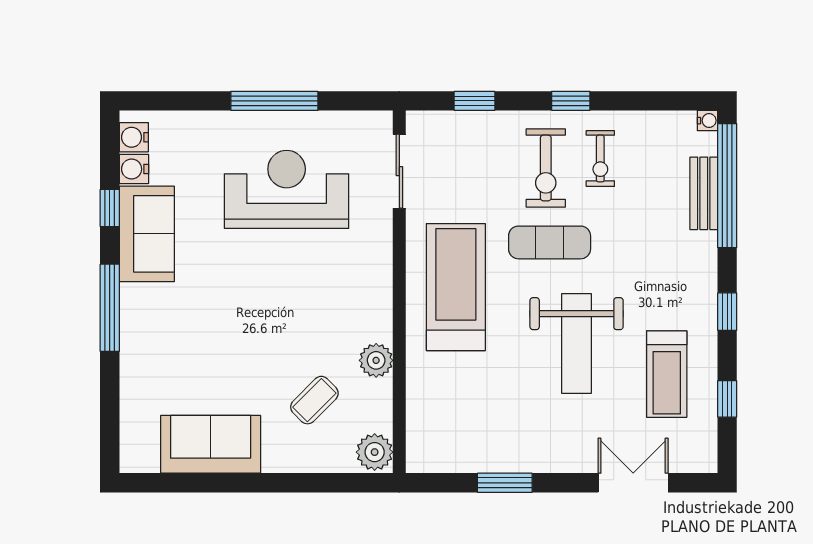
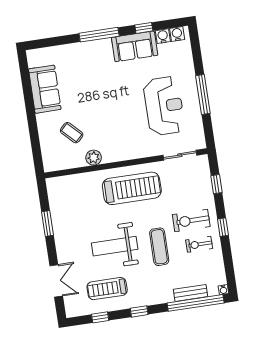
exercise mat: (550, 242) -> (159, 247), moved
plant: (375, 452) -> (52, 163), removed

